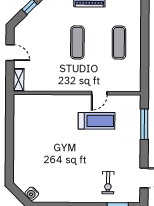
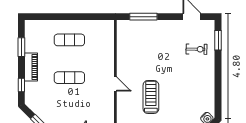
door: (99, 93) -> (115, 84), moved
treadmill: (97, 121) -> (151, 97), moved

